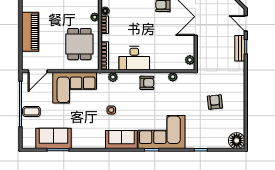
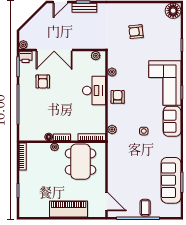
dining table: (79, 44) -> (80, 162), width x1.37
desk: (134, 58) -> (94, 91), moved
corner sofa: (75, 88) -> (122, 166), removed
sofa: (54, 138) -> (171, 180), width x1.36

